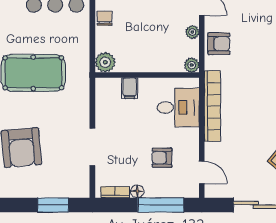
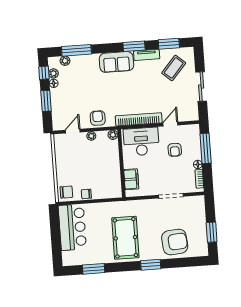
plant: (105, 62) -> (115, 191), removed
filing cabinet: (130, 88) -> (131, 179), width x2.00
desk: (178, 108) -> (141, 142), width x1.37
door: (202, 172) -> (170, 124), moved
window: (53, 205) -> (212, 232), moved

